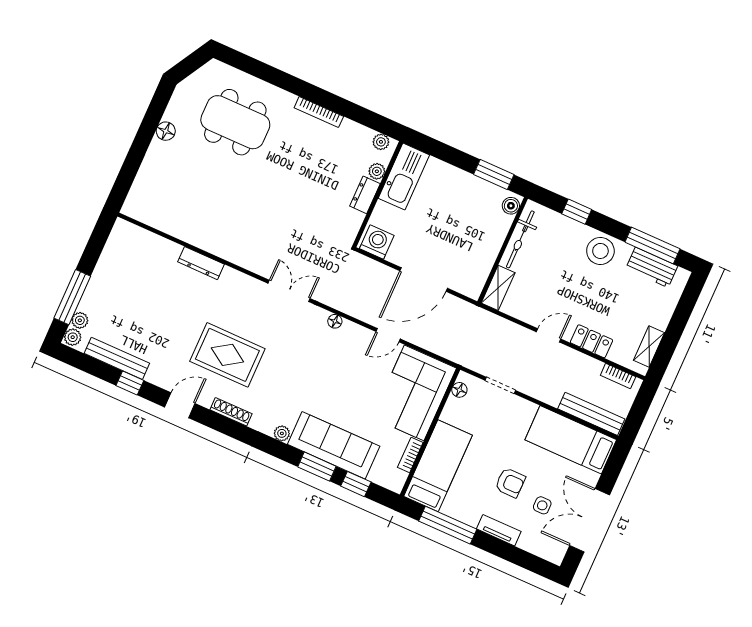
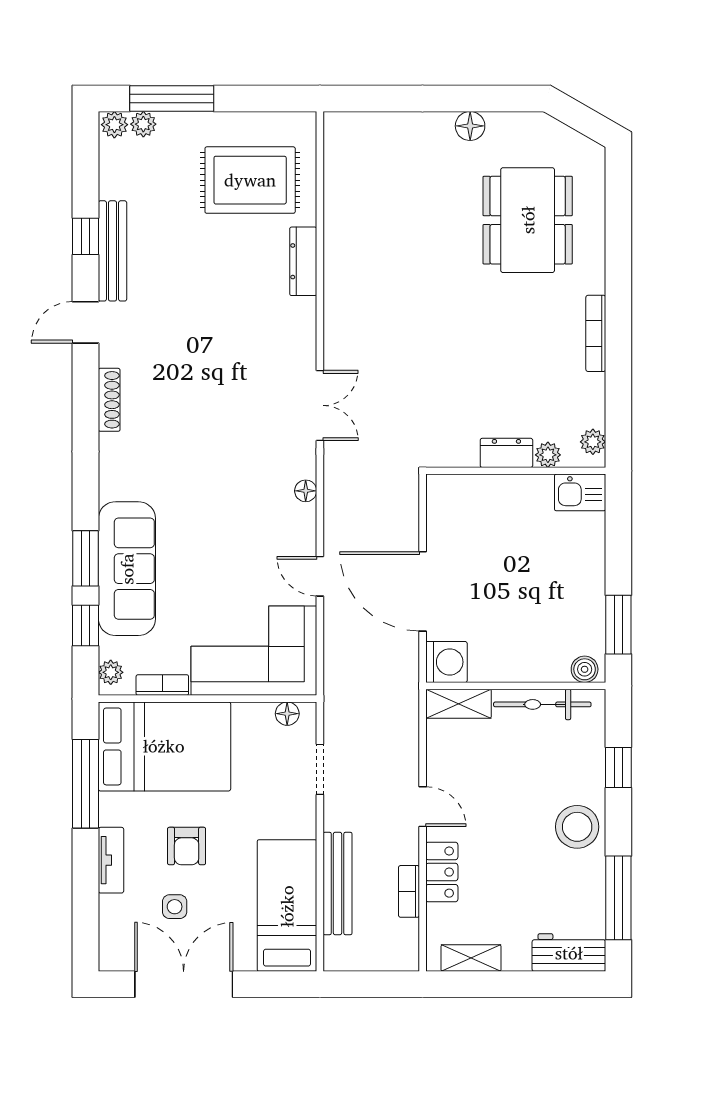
kitchen sink: (404, 177) -> (580, 492), width x0.53, depth x0.81
washing machine: (377, 242) -> (446, 662), moved
workbench: (652, 267) -> (569, 953), moved, turned 90
rug: (227, 355) -> (250, 180), moved, turned 90
bench: (117, 358) -> (112, 251), moved
bookcase: (618, 376) -> (409, 891), moved
door: (180, 405) -> (86, 322), swing flipped
bench: (591, 414) -> (338, 884), moved
plant: (282, 433) -> (111, 672), moved
bed: (438, 466) -> (164, 746), width x1.50

